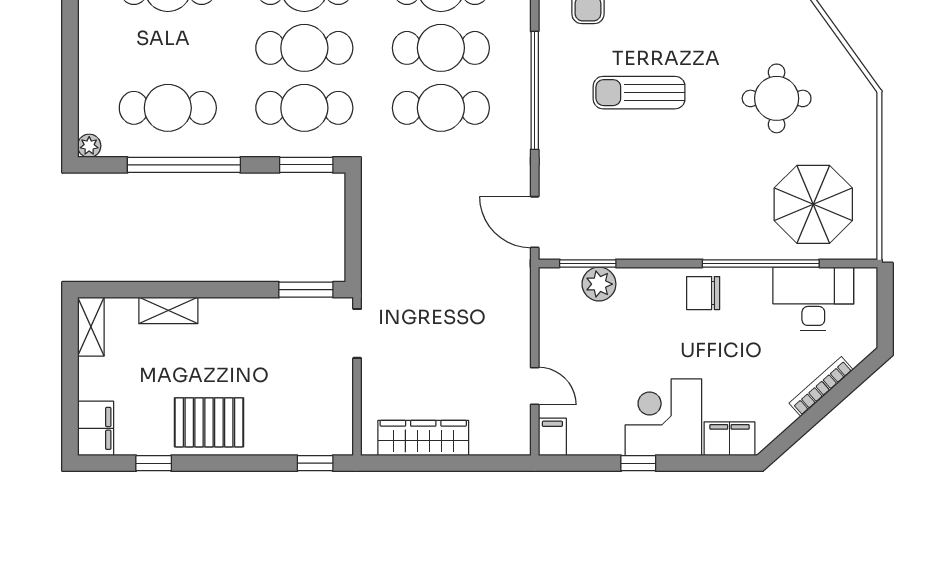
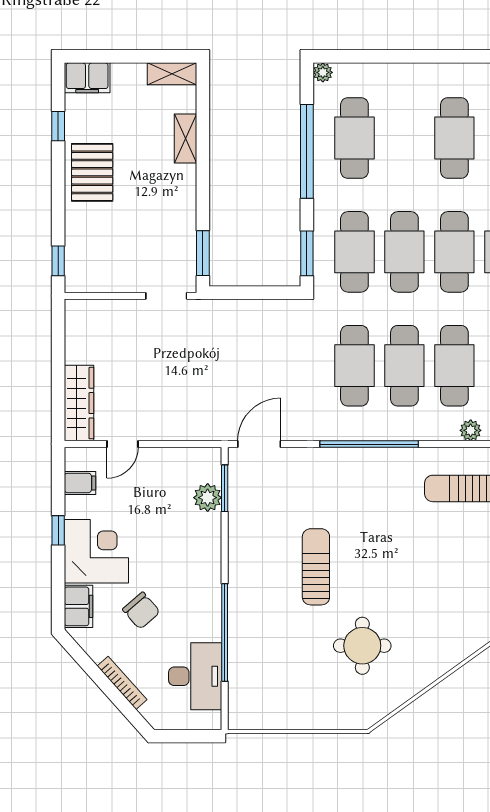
sun lounger: (639, 93) -> (316, 567), moved
parasol: (813, 204) -> (274, 676), removed
chair: (703, 293) -> (141, 611), moved, turned 139
filing cabinet: (552, 437) -> (80, 483), moved
wardrobe: (423, 438) -> (79, 403), moved

